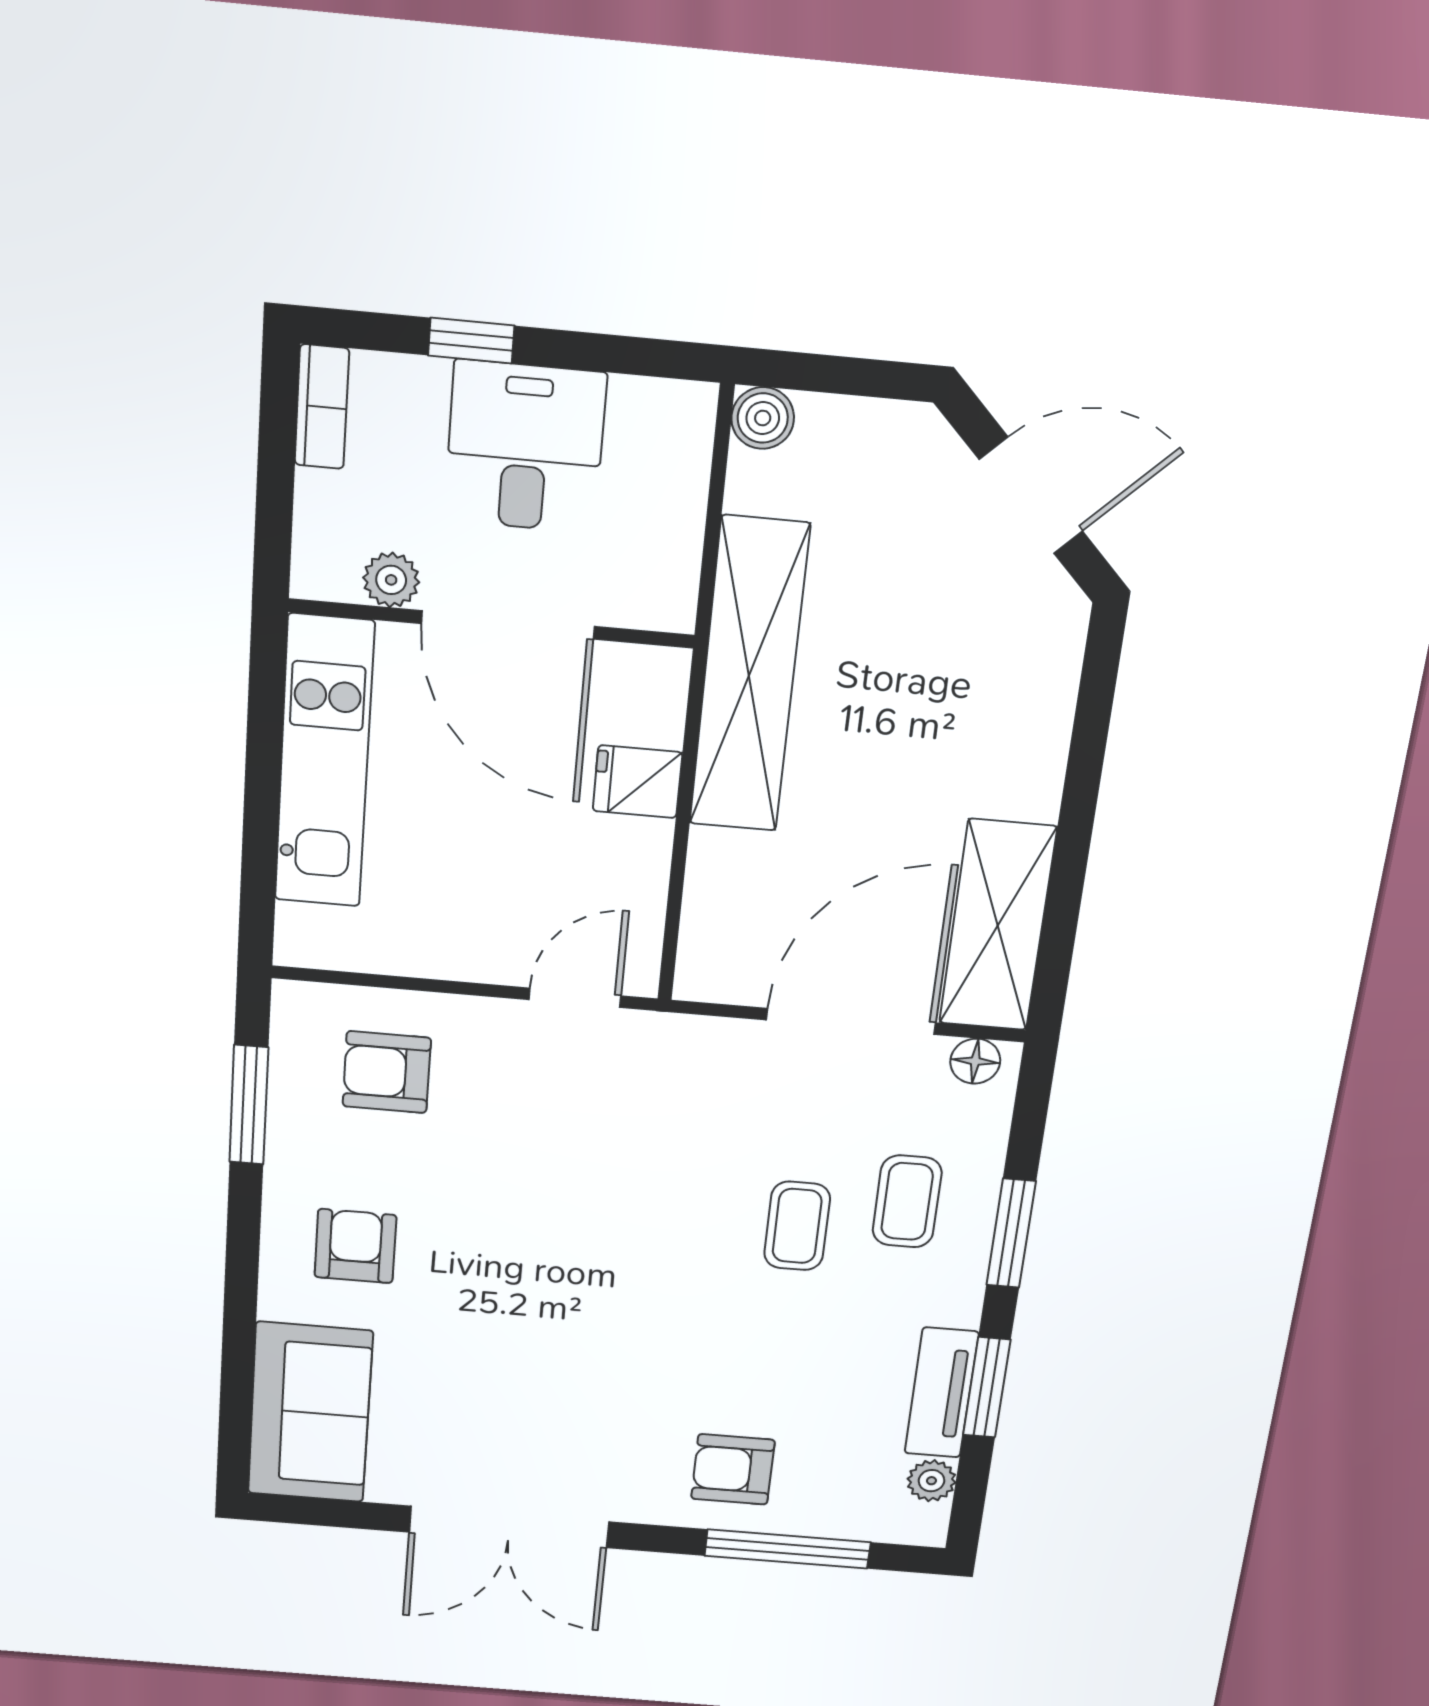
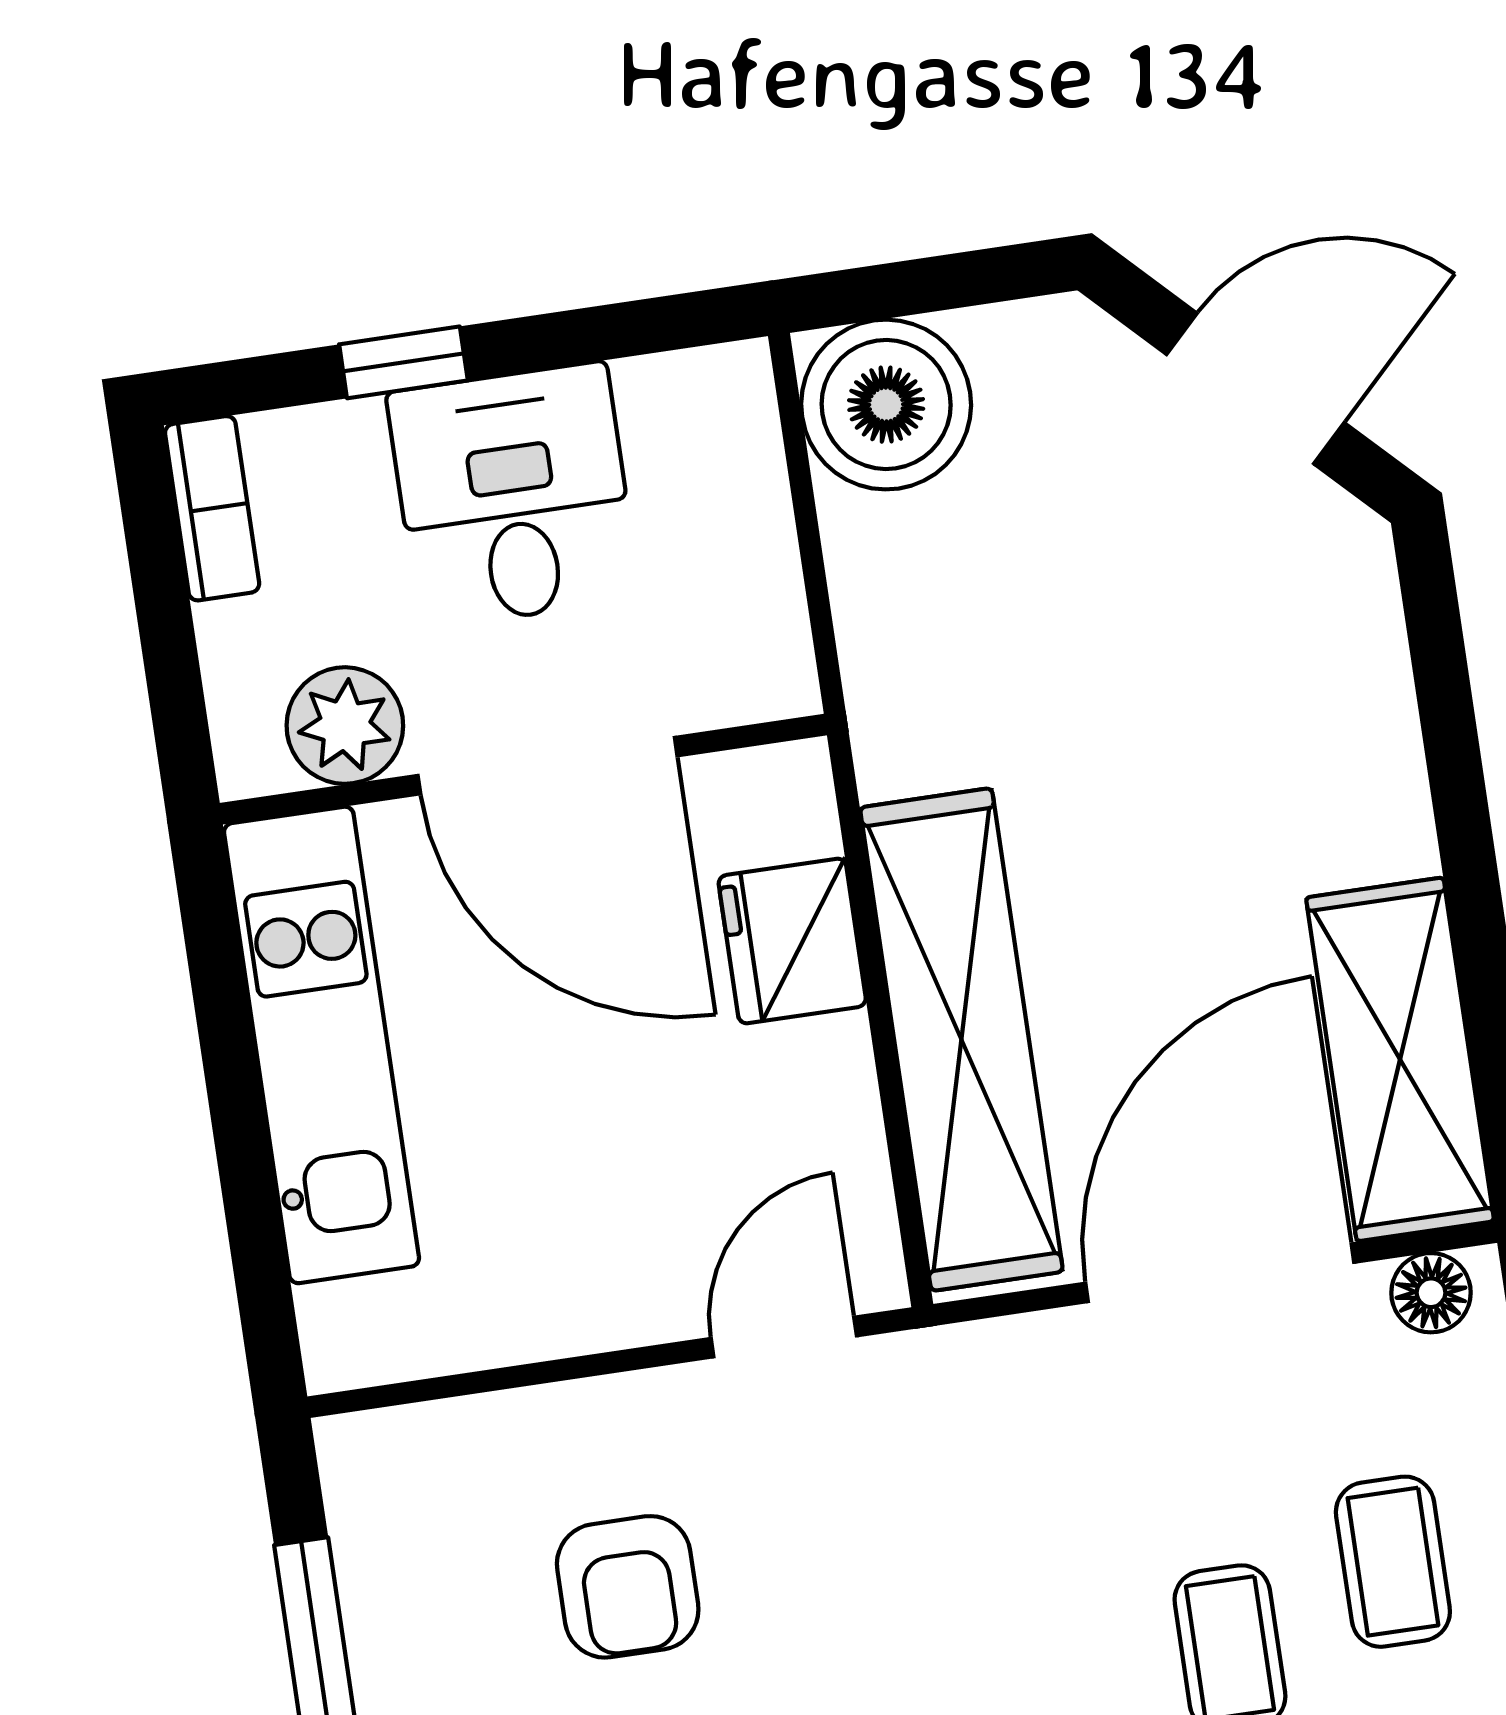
boiler: (763, 418) -> (886, 405), width x1.86, depth x1.86
plant: (391, 580) -> (345, 726), width x1.38, depth x1.38
shelving: (749, 676) -> (961, 1040), moved
fridge: (637, 782) -> (792, 941), width x1.38
armchair: (387, 1072) -> (628, 1587), moved, turned -90

